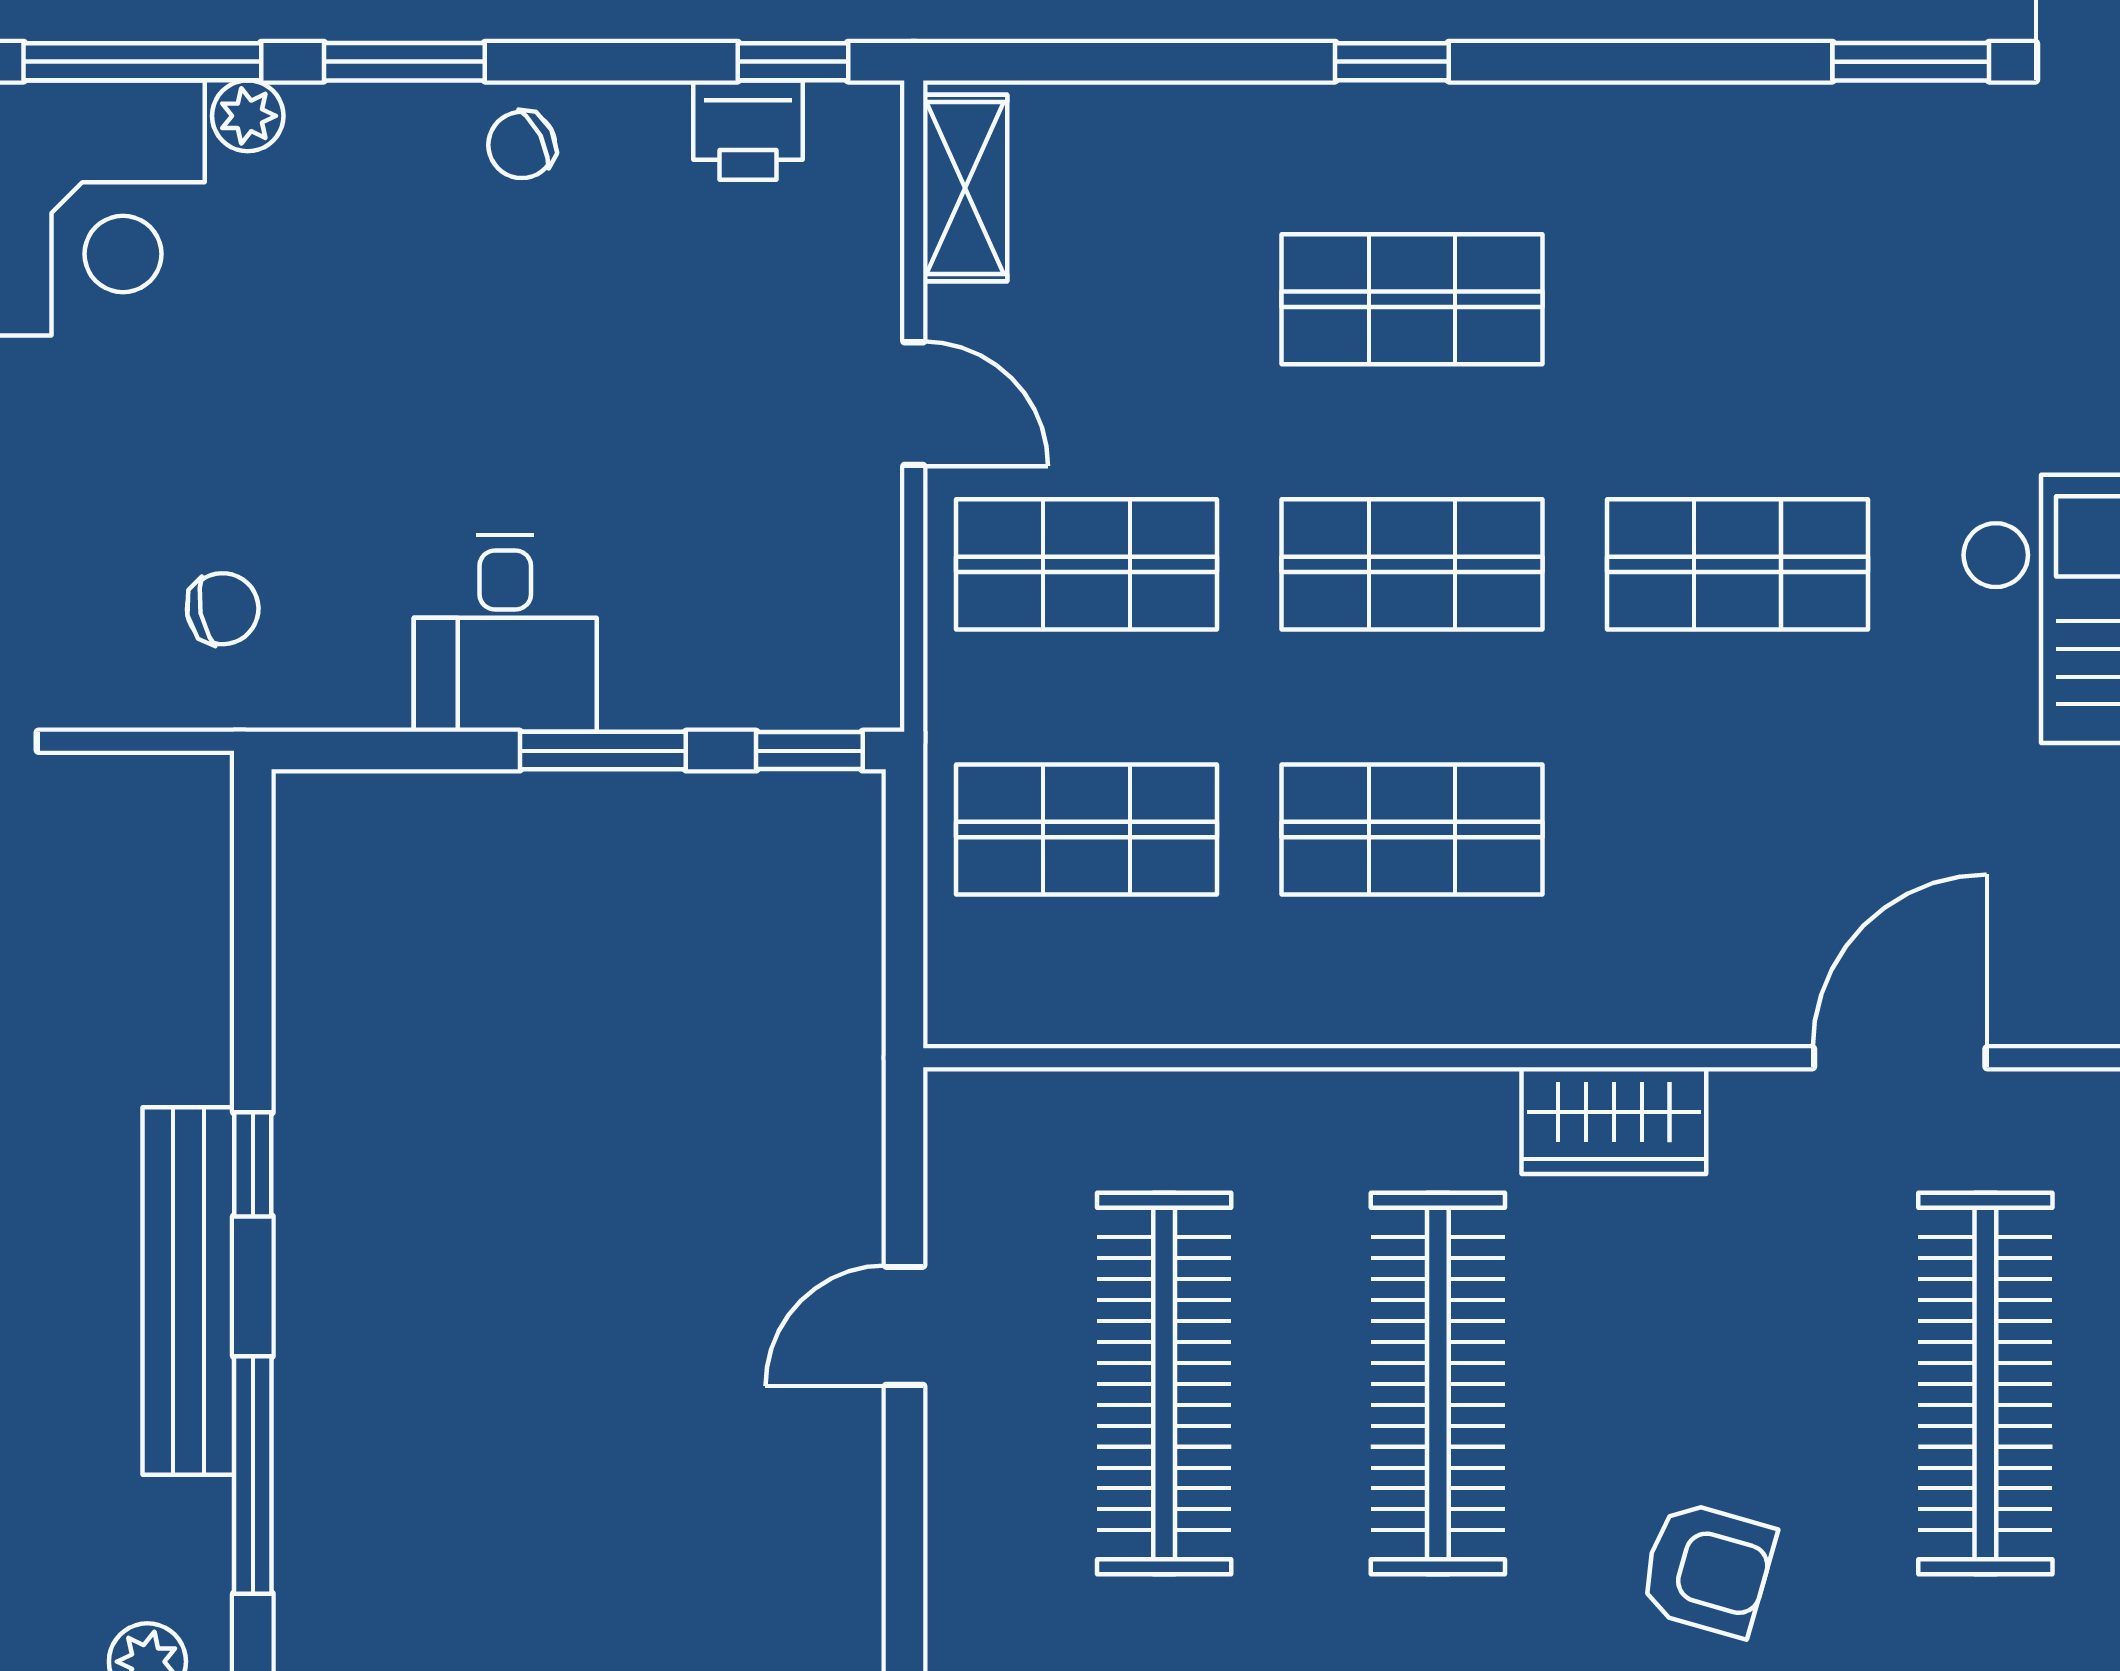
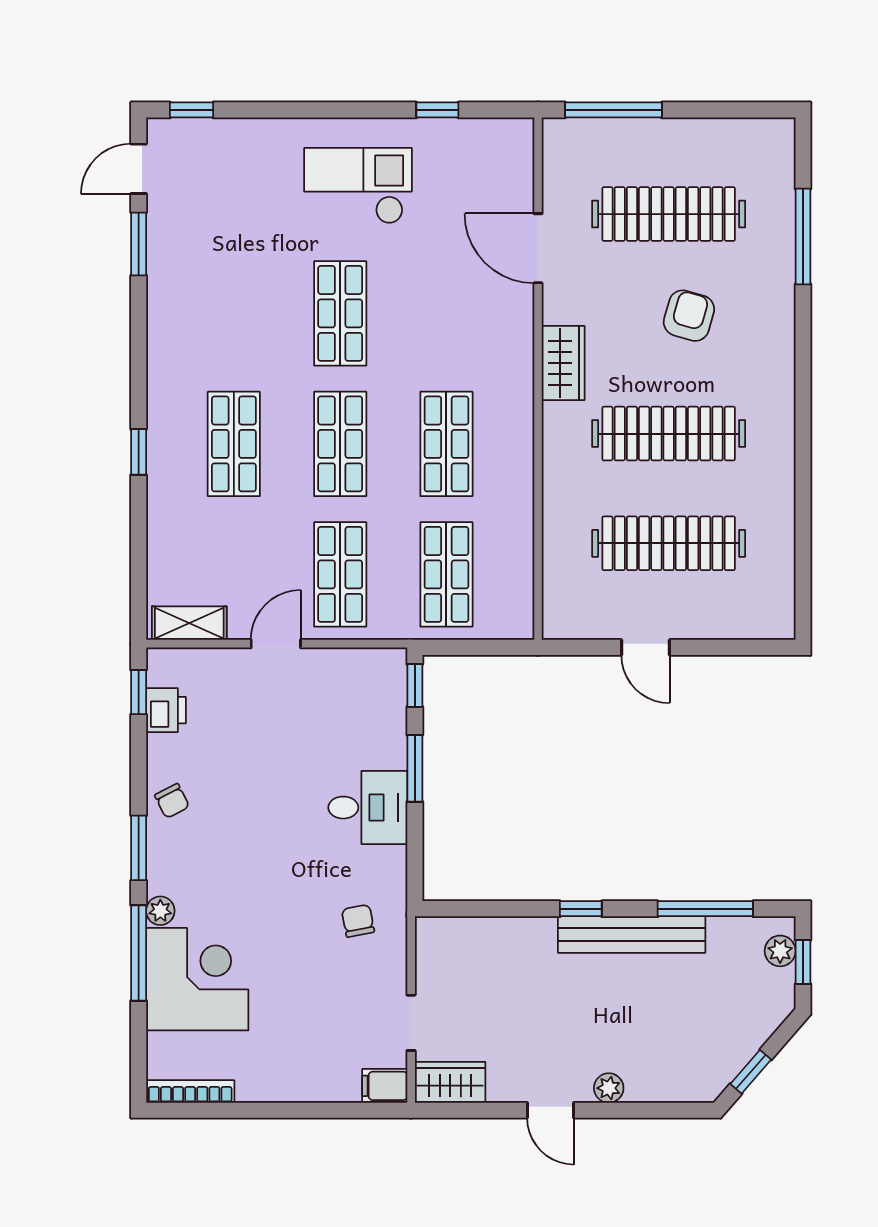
armchair: (1707, 1569) -> (689, 316), moved

